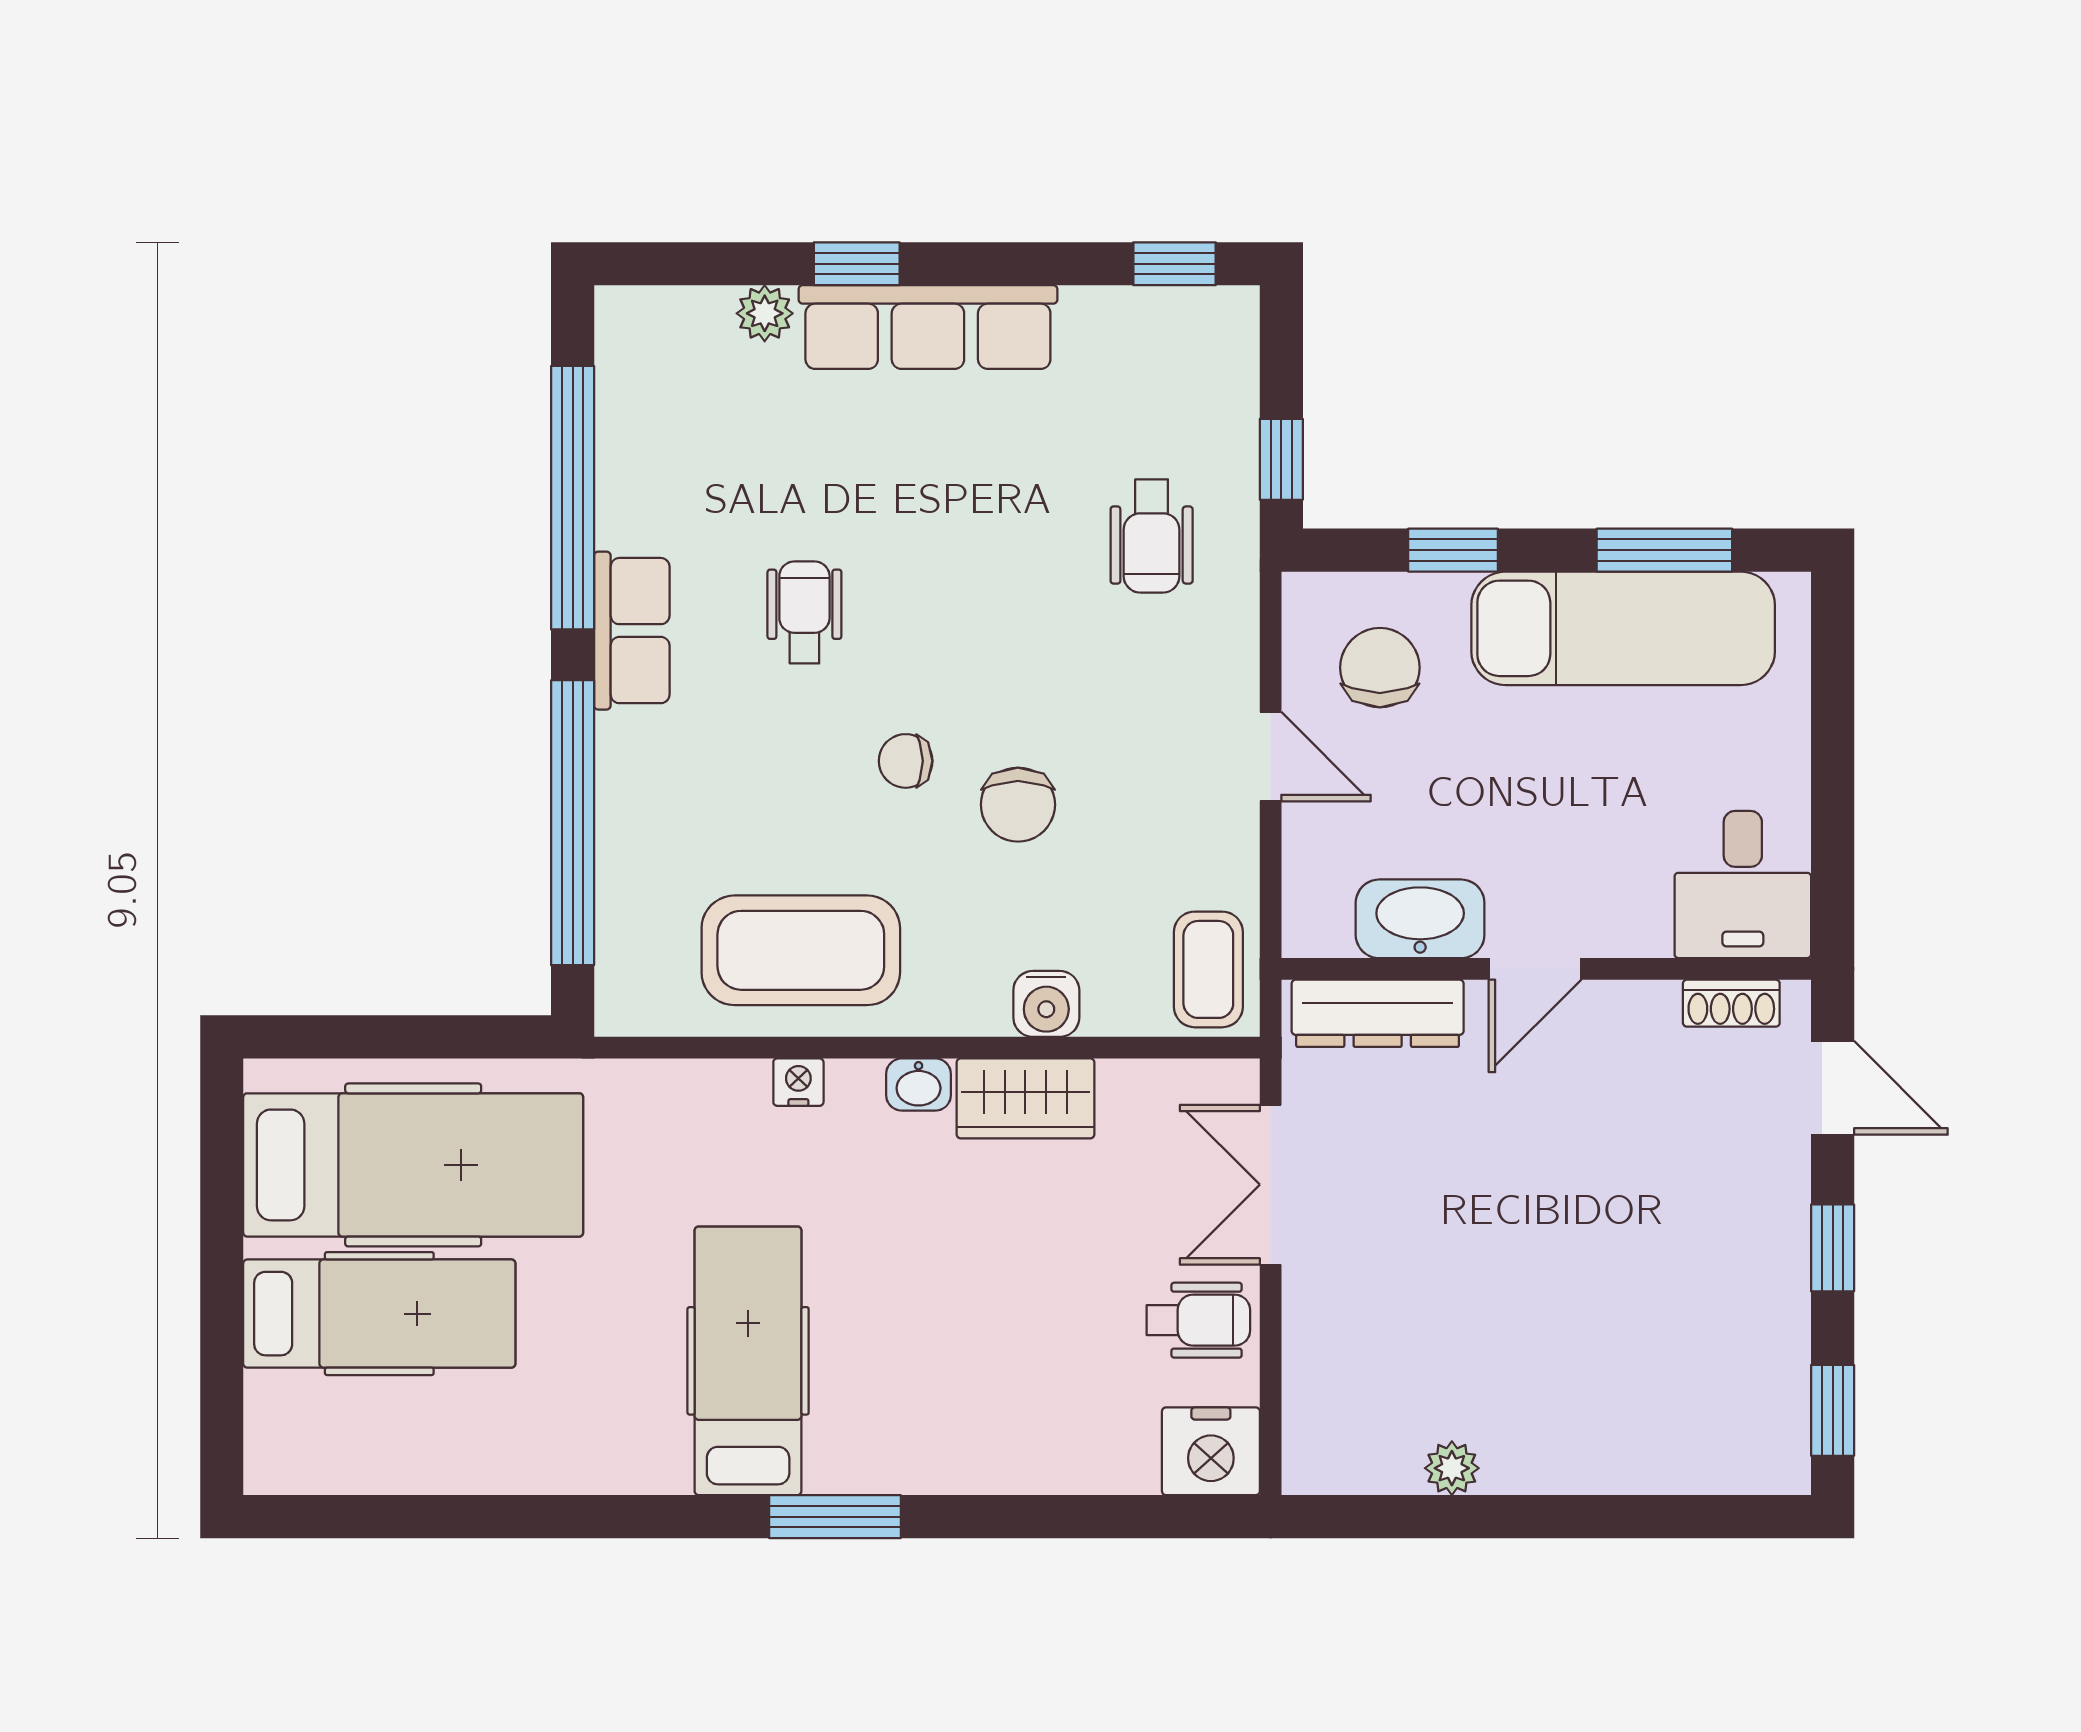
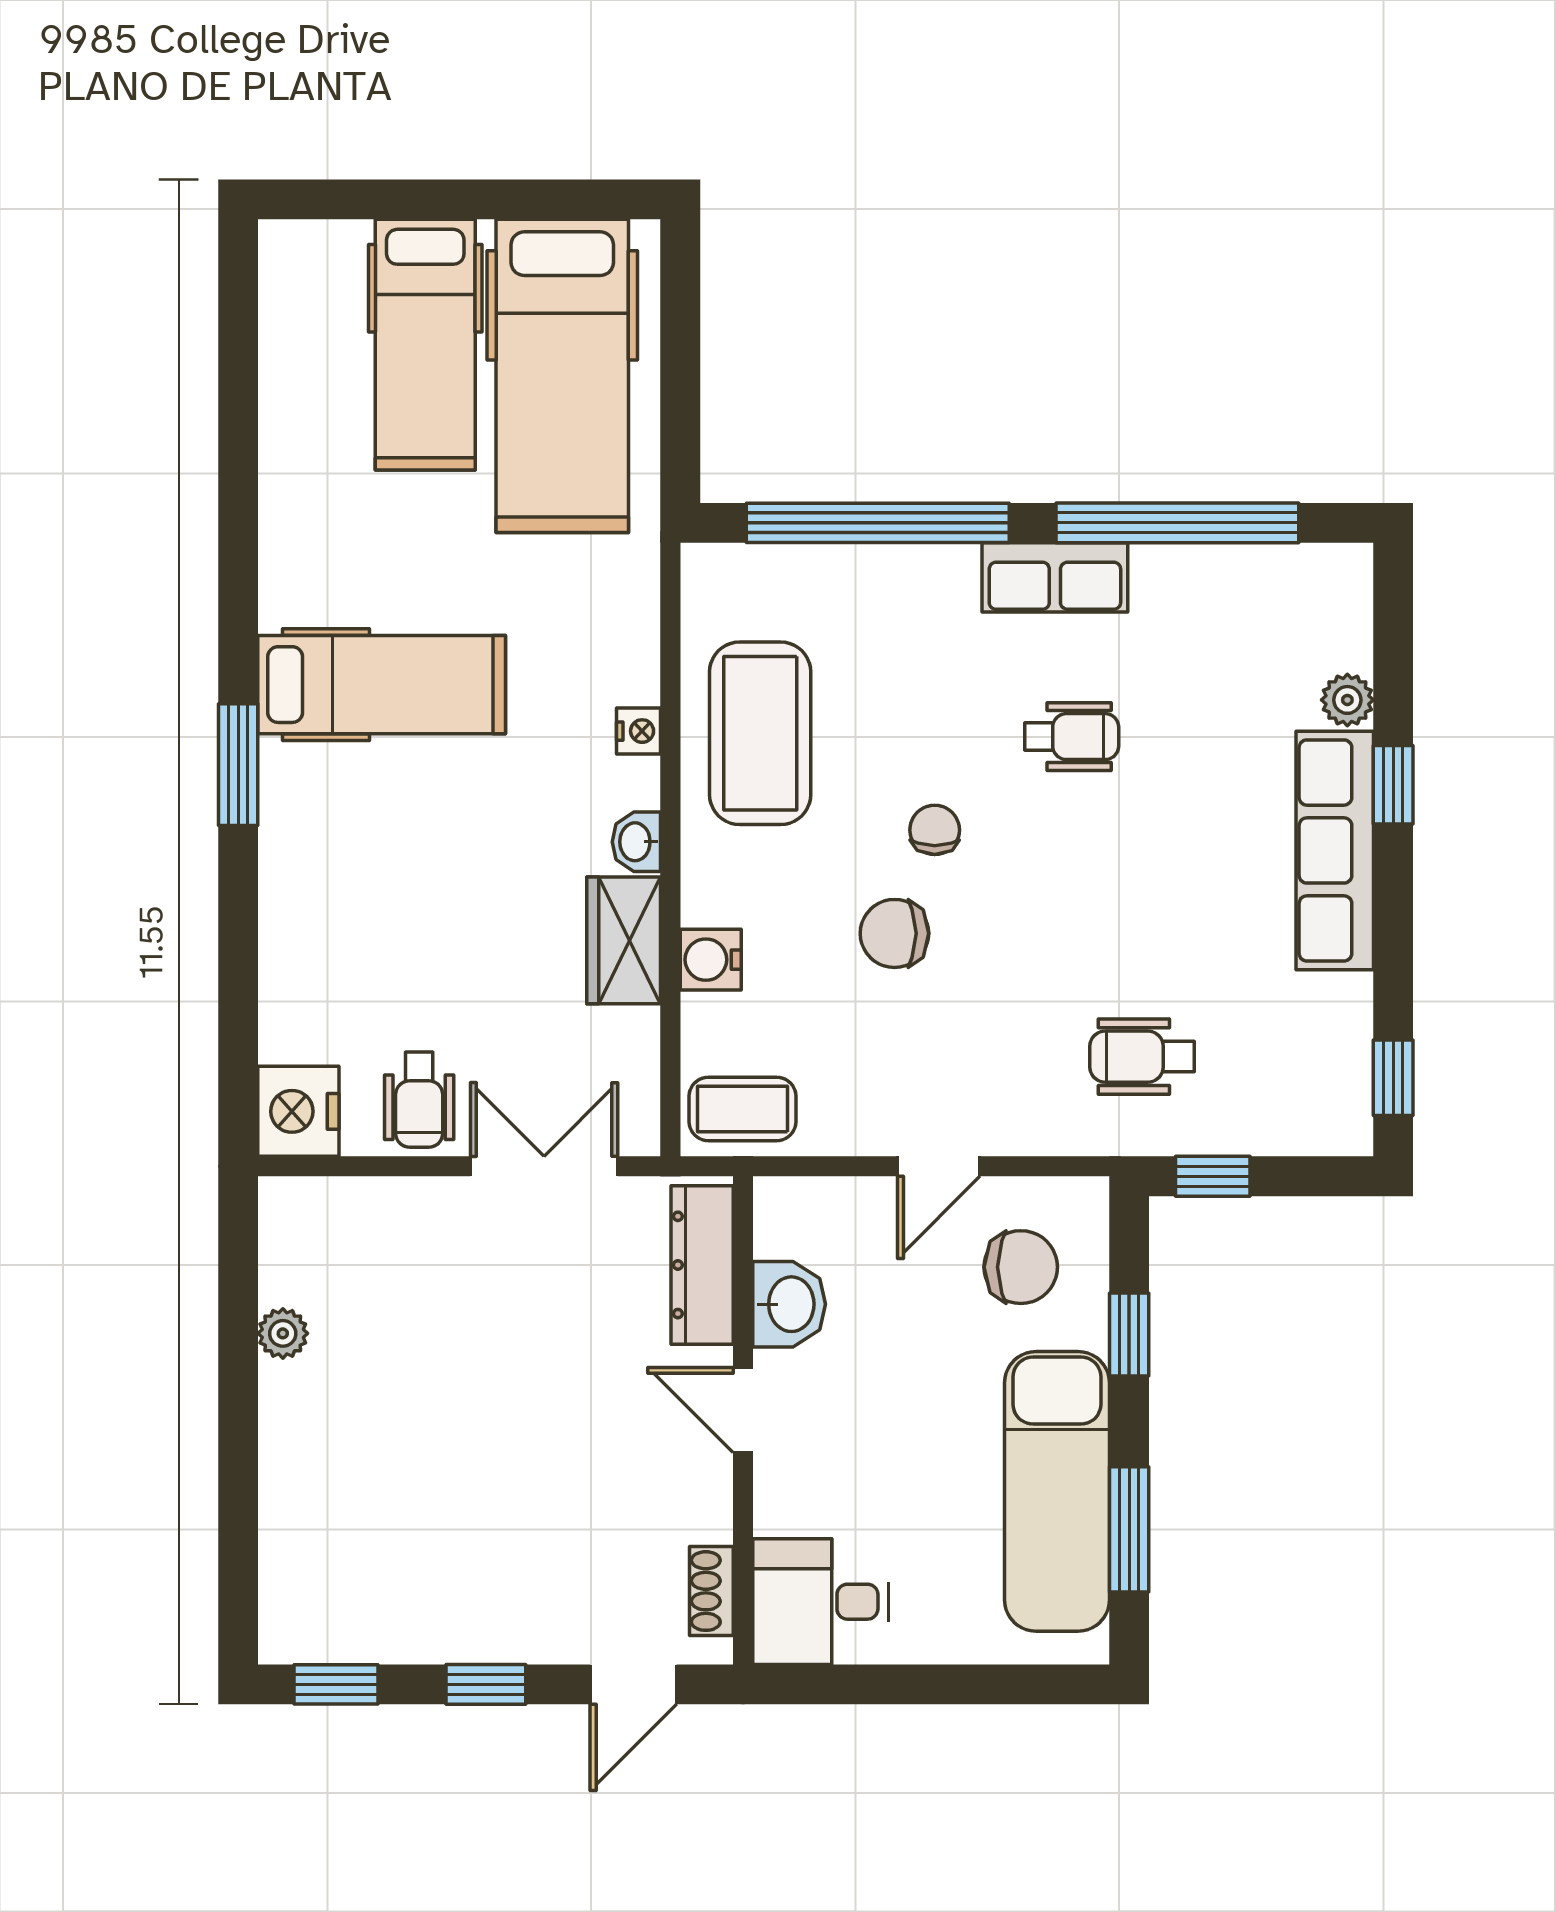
washbasin: (1420, 919) -> (789, 1304), width x0.72

